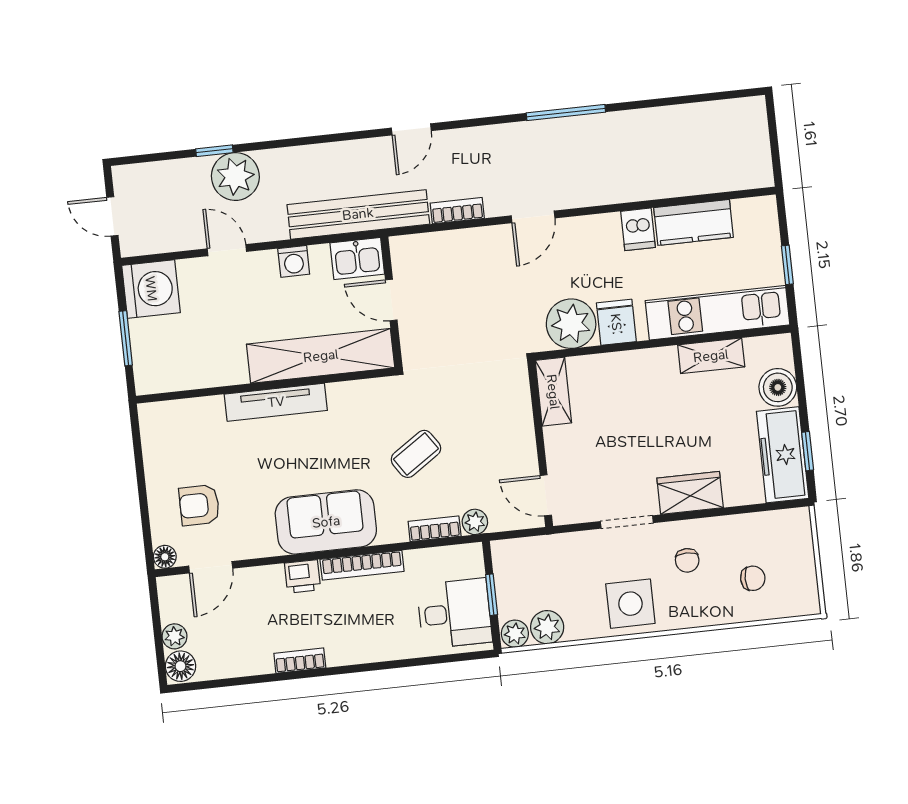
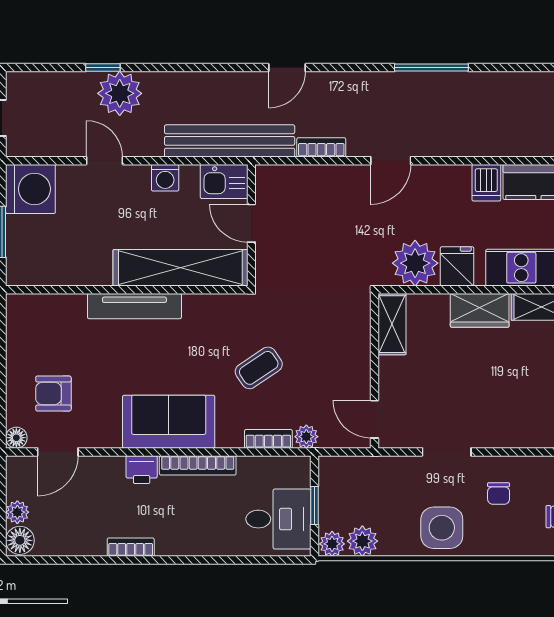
wardrobe: (690, 493) -> (480, 310), moved, turned 180

